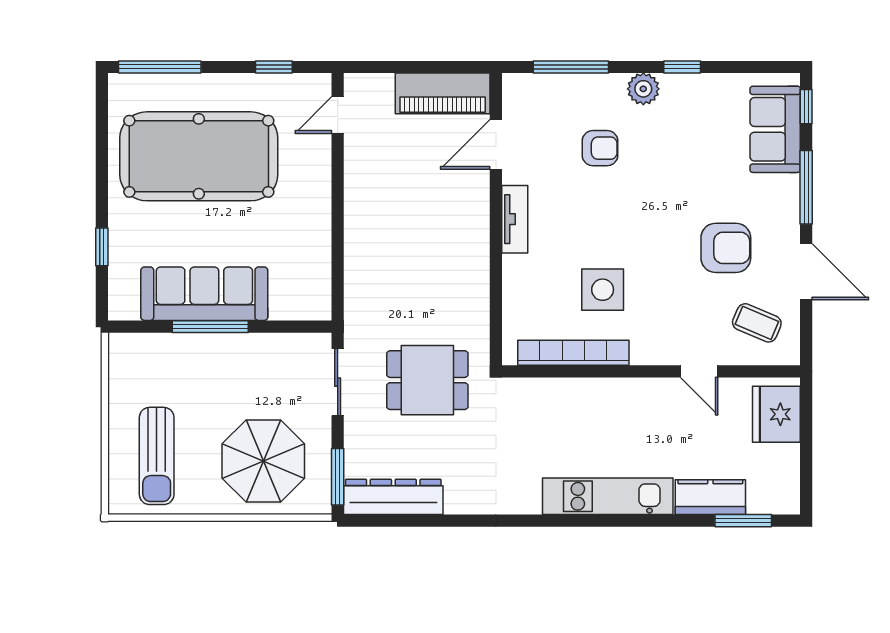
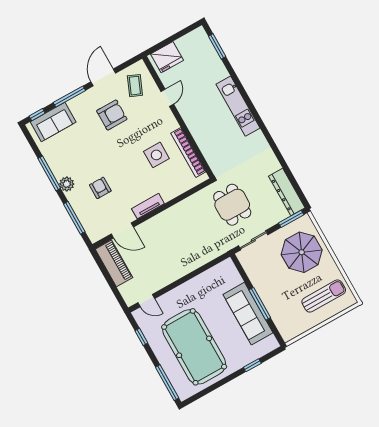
window: (682, 67) -> (49, 173), width x2.17
armchair: (726, 248) -> (112, 115), turned 90
kitchen counter: (710, 497) -> (215, 65), removed

